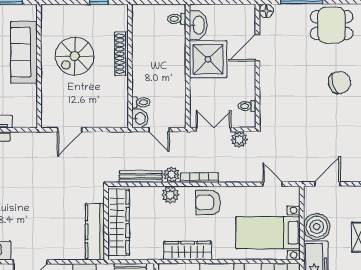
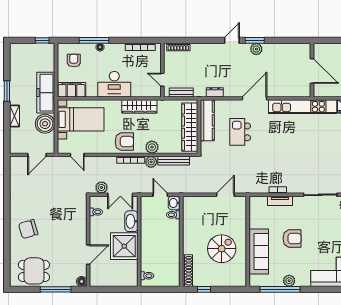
washbasin: (198, 25) -> (131, 221), moved
shoe rack: (121, 54) -> (187, 271), moved
kitchen island: (50, 216) -> (240, 132), added

